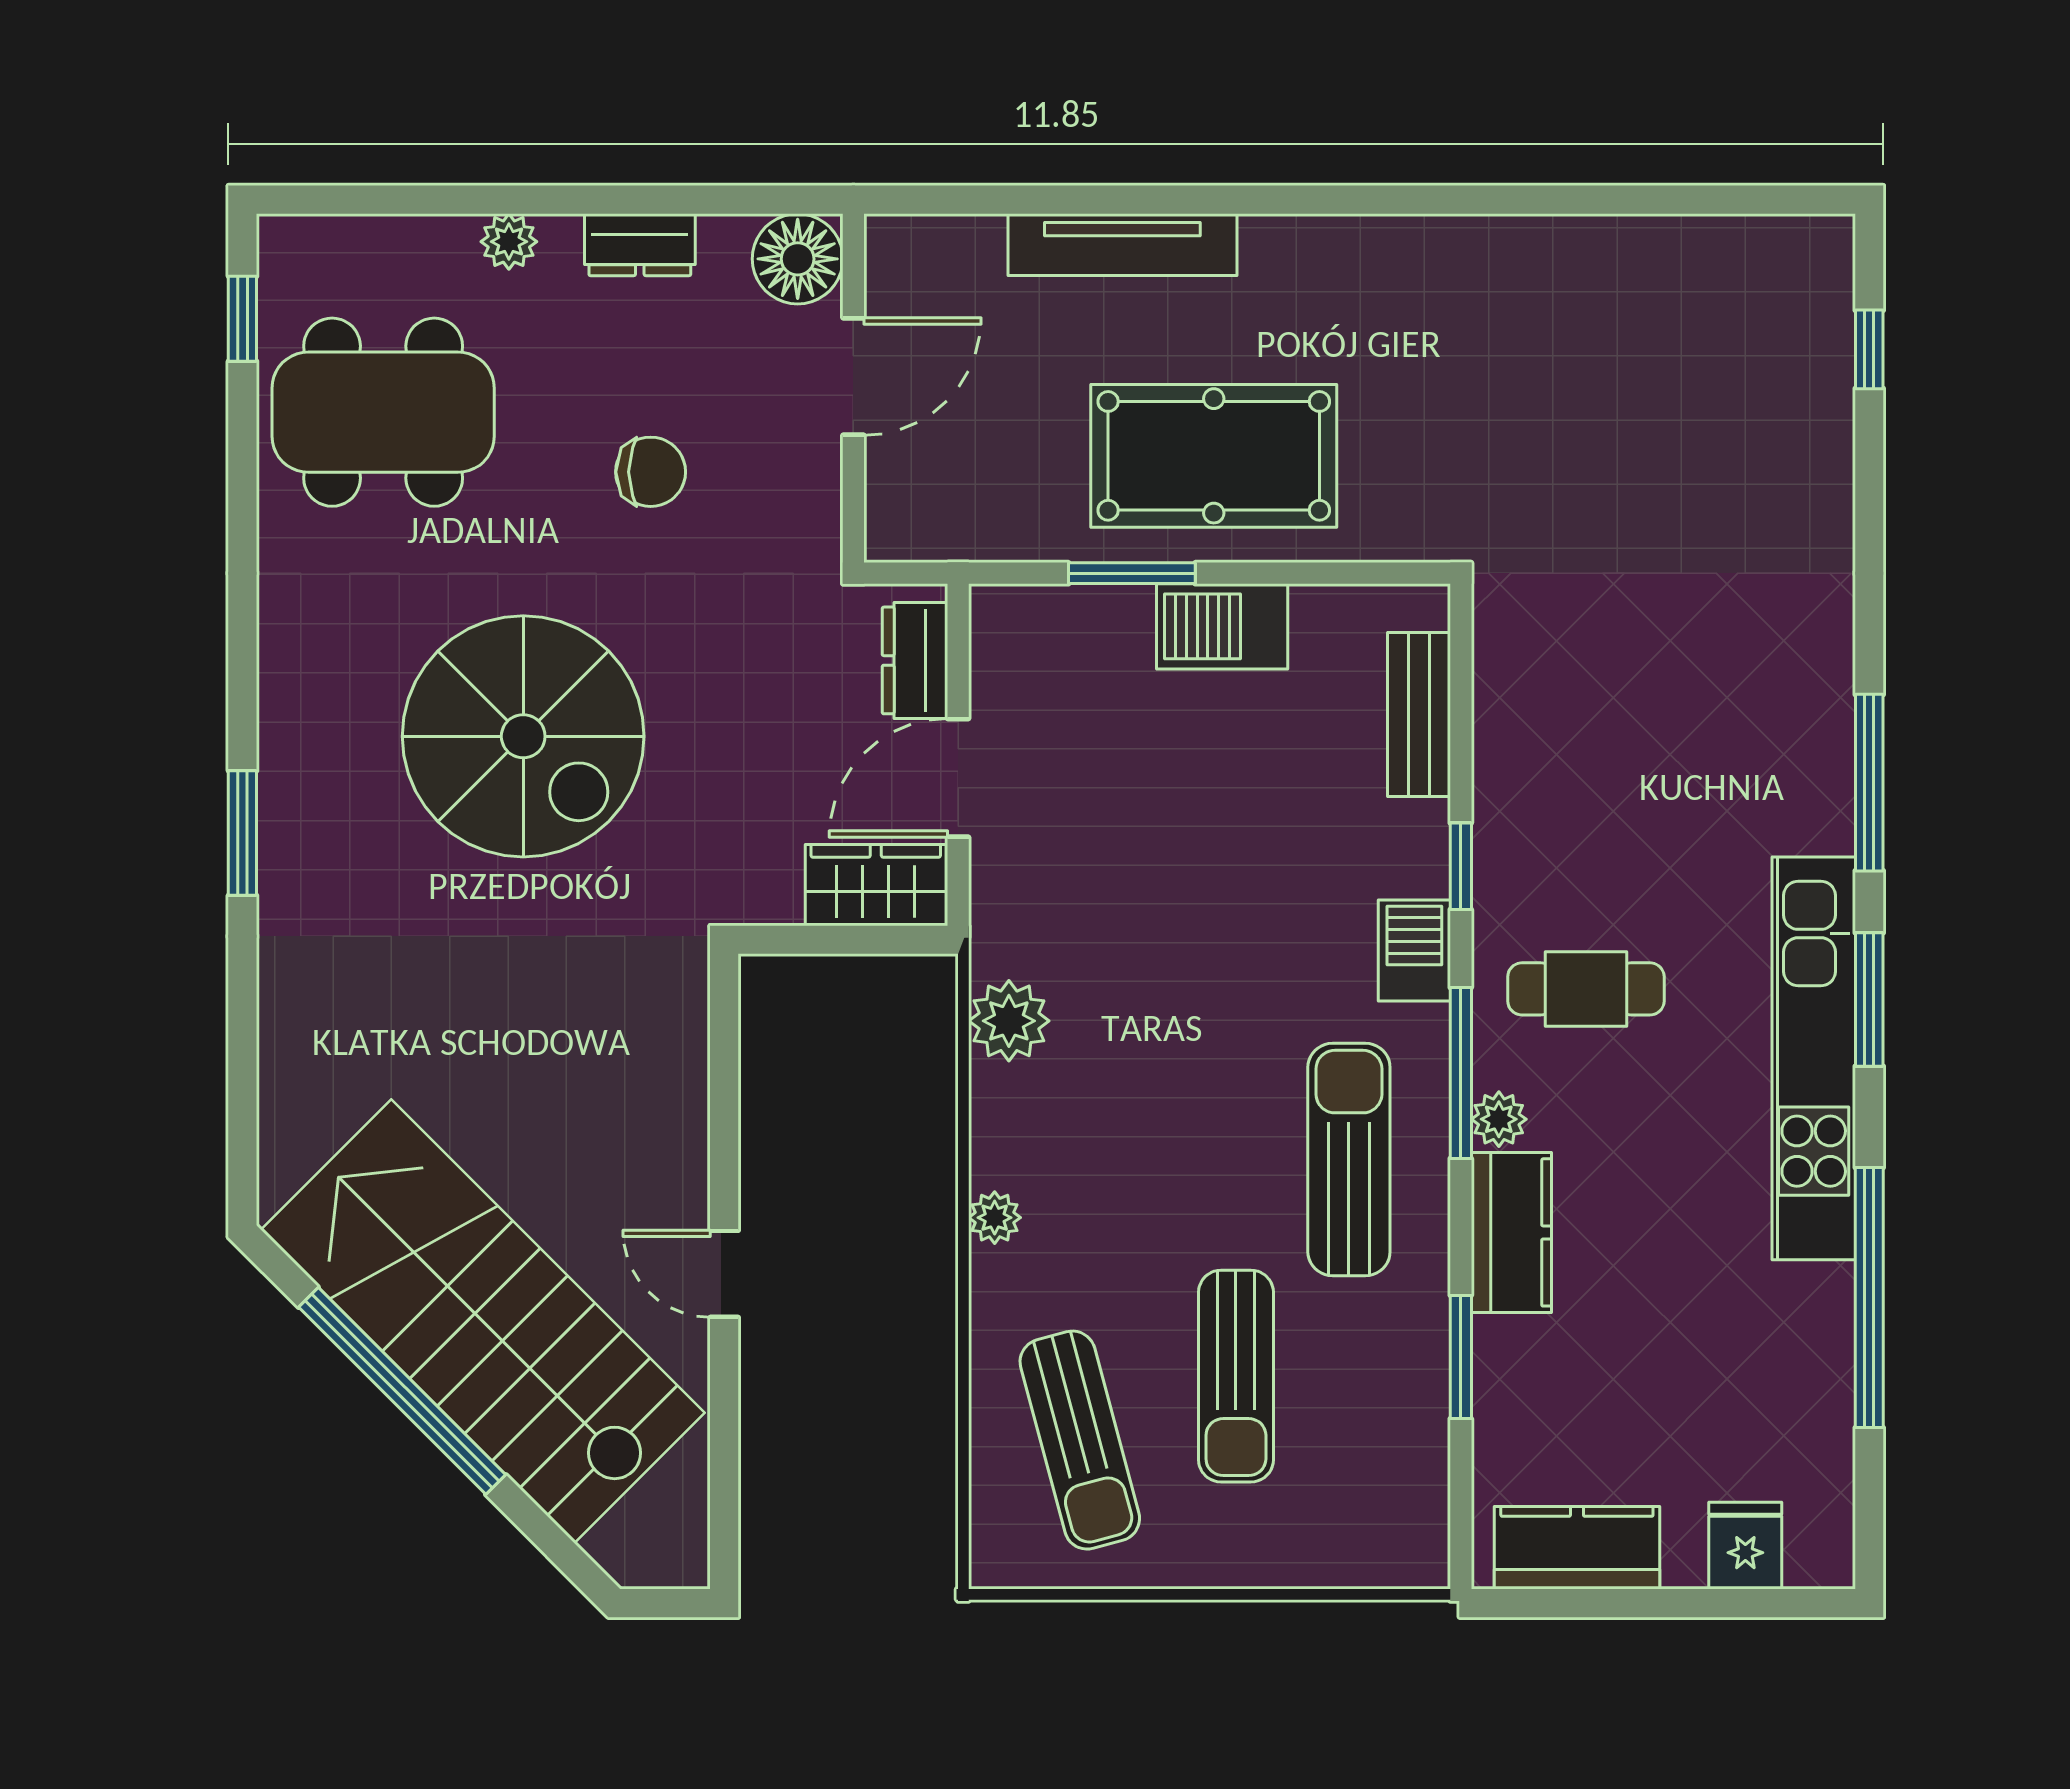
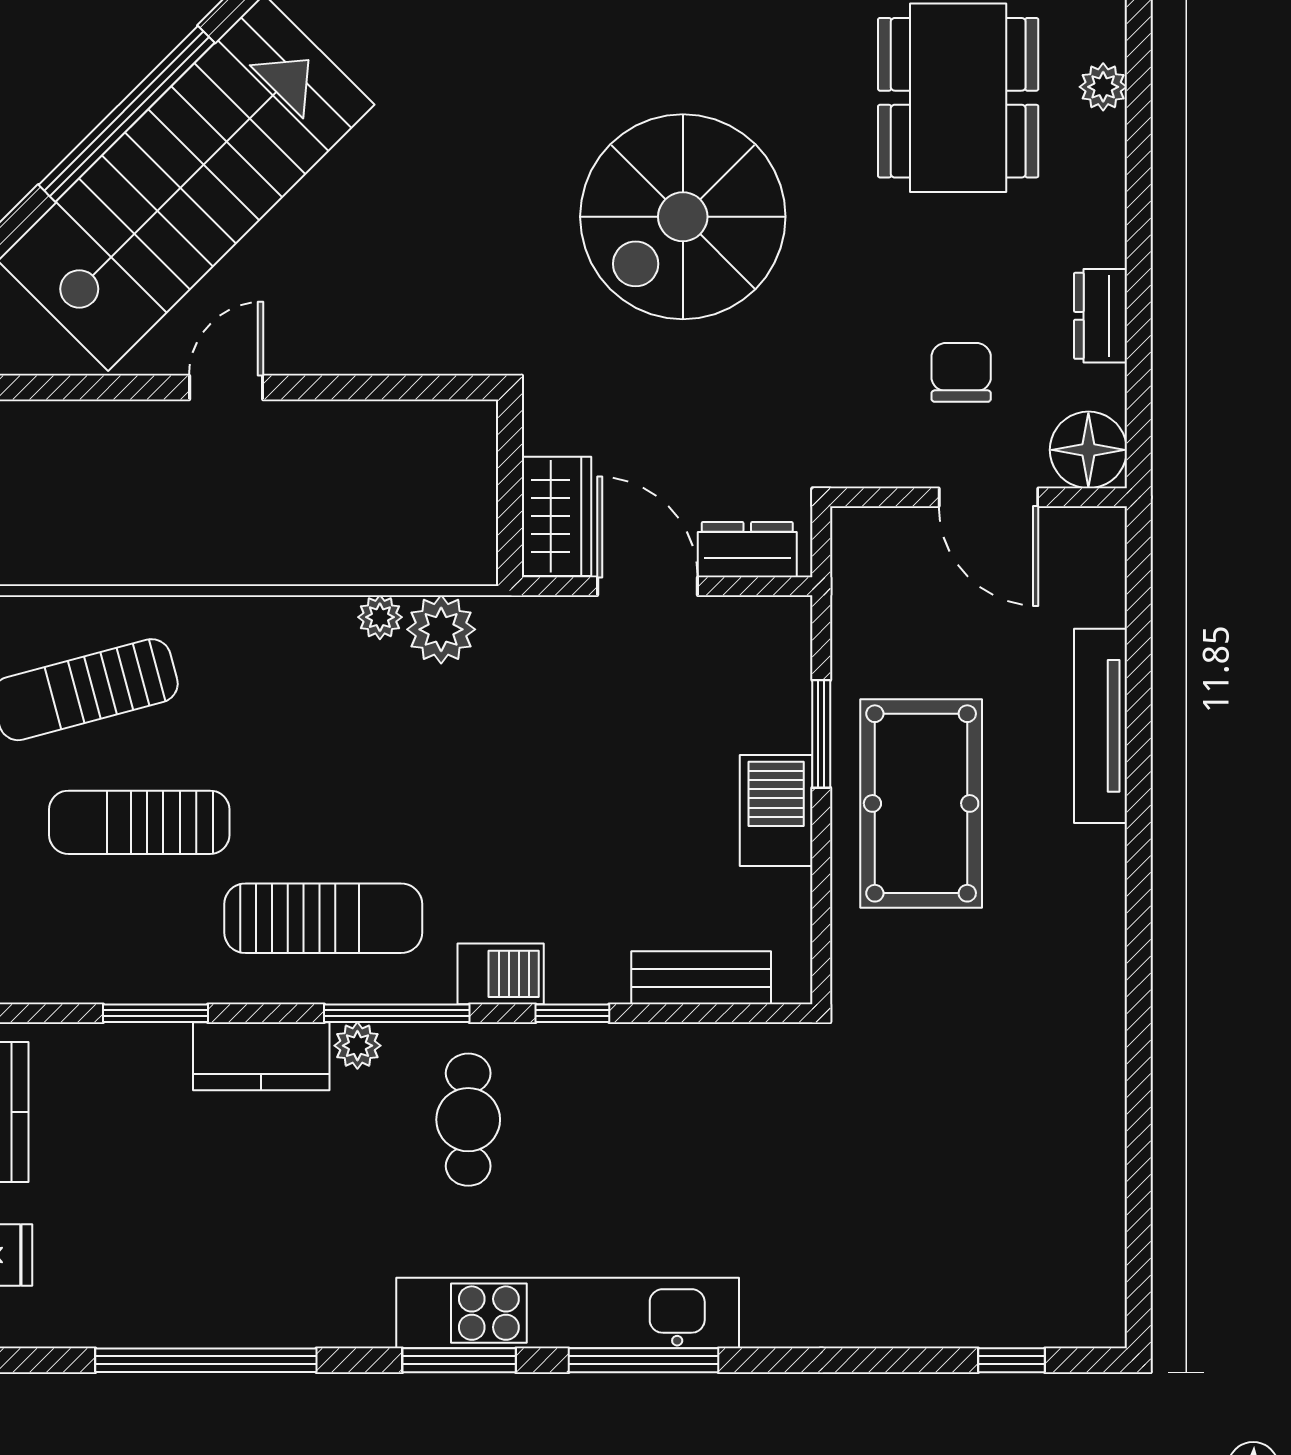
plant: (509, 242) -> (1103, 87), moved
chair: (651, 472) -> (961, 372), moved, turned 180
kitchen unit: (1814, 1058) -> (568, 1313), moved
plant: (995, 1218) -> (380, 617), moved

